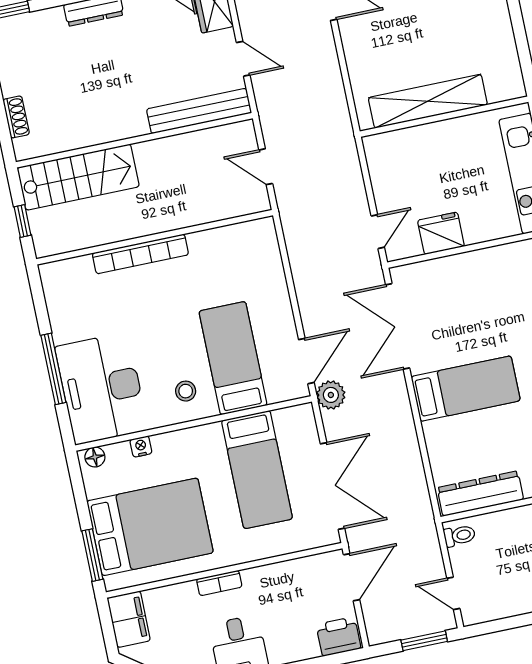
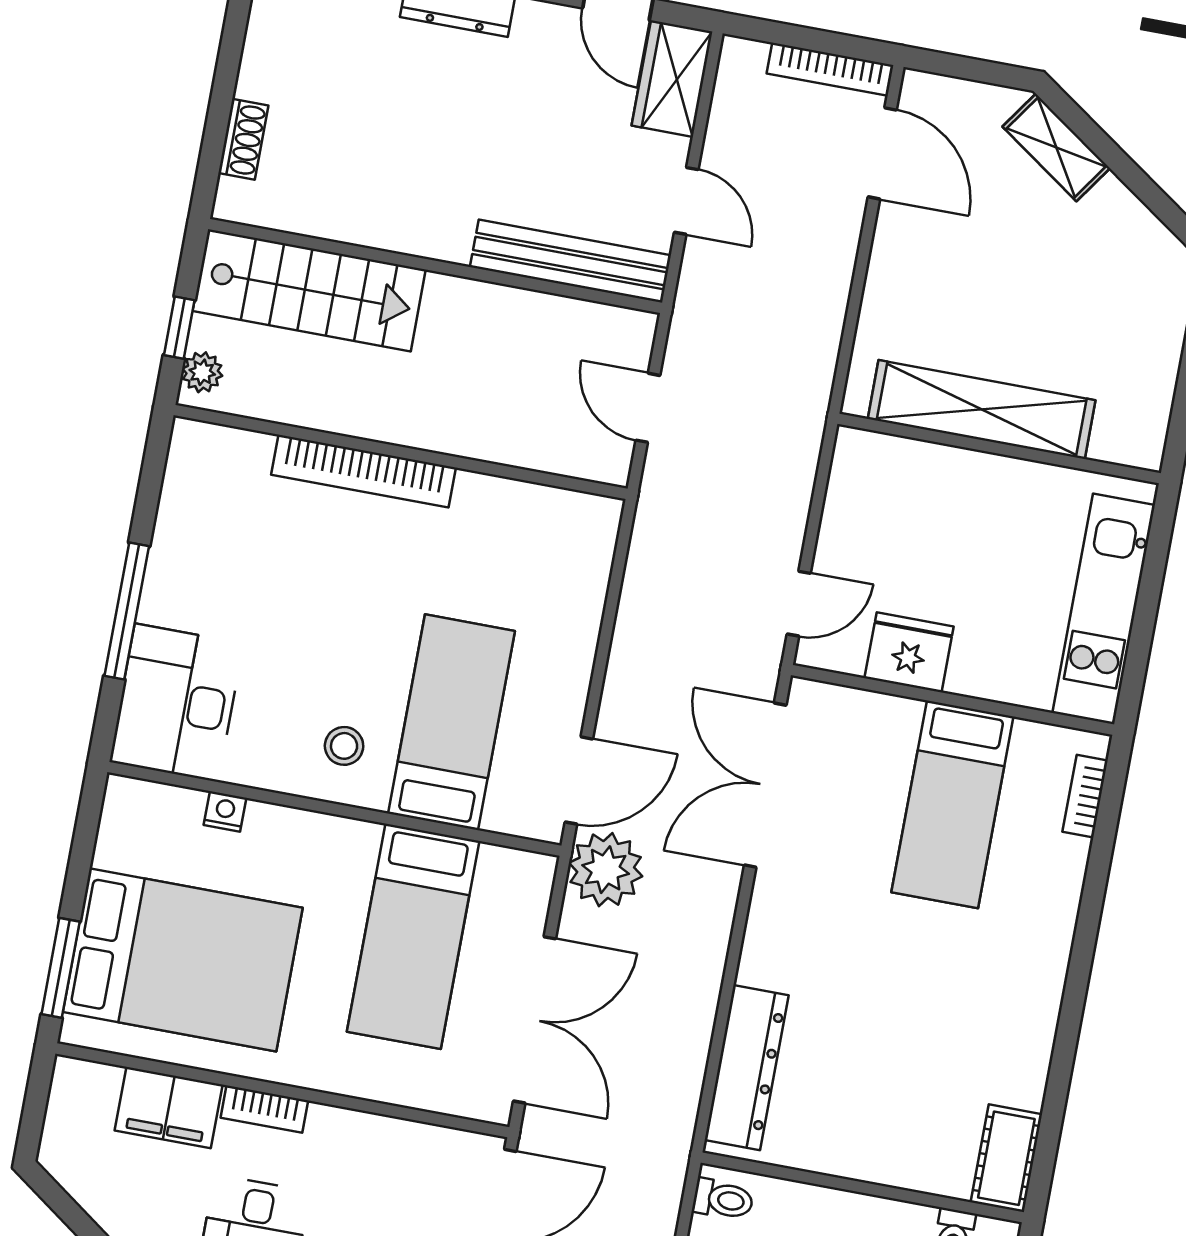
plant: (43, 238) -> (202, 372), added
desk: (102, 388) -> (177, 703), width x0.73, depth x0.77
bed: (466, 389) -> (952, 804), moved, turned 90
plant: (331, 395) -> (606, 870), width x1.36, depth x1.36
floor lamp: (95, 457) -> (136, 797), removed
dresser: (480, 494) -> (747, 1068), moved, turned 90
filing cabinet: (129, 619) -> (169, 1108), moved, turned 90

